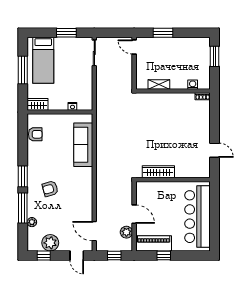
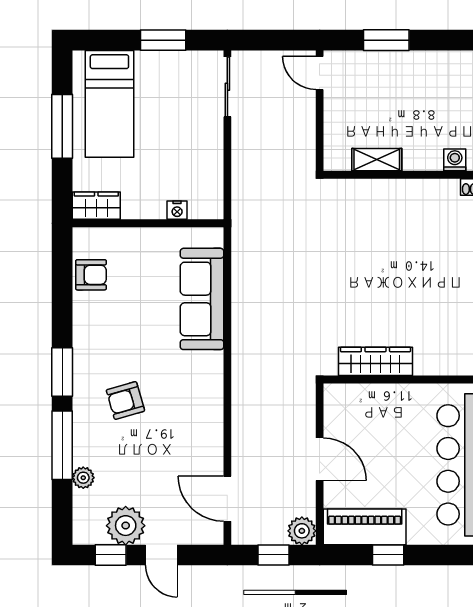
plant: (126, 232) -> (302, 531), moved
door: (77, 256) -> (161, 555), moved

